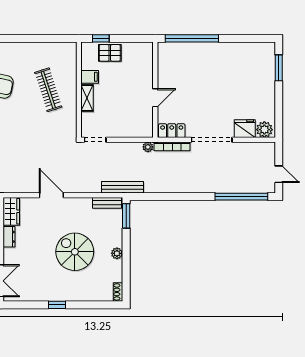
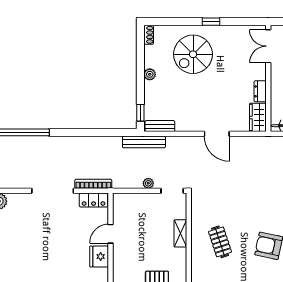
filing cabinet: (90, 77) -> (178, 255), removed
clothes rail: (48, 90) -> (220, 242), width x0.73
fridge: (245, 129) -> (99, 257), moved, turned 90
plant: (148, 147) -> (148, 183), moved
window: (126, 216) -> (140, 113), width x0.67
spiral stairs: (75, 252) -> (193, 54), moved, turned 90

